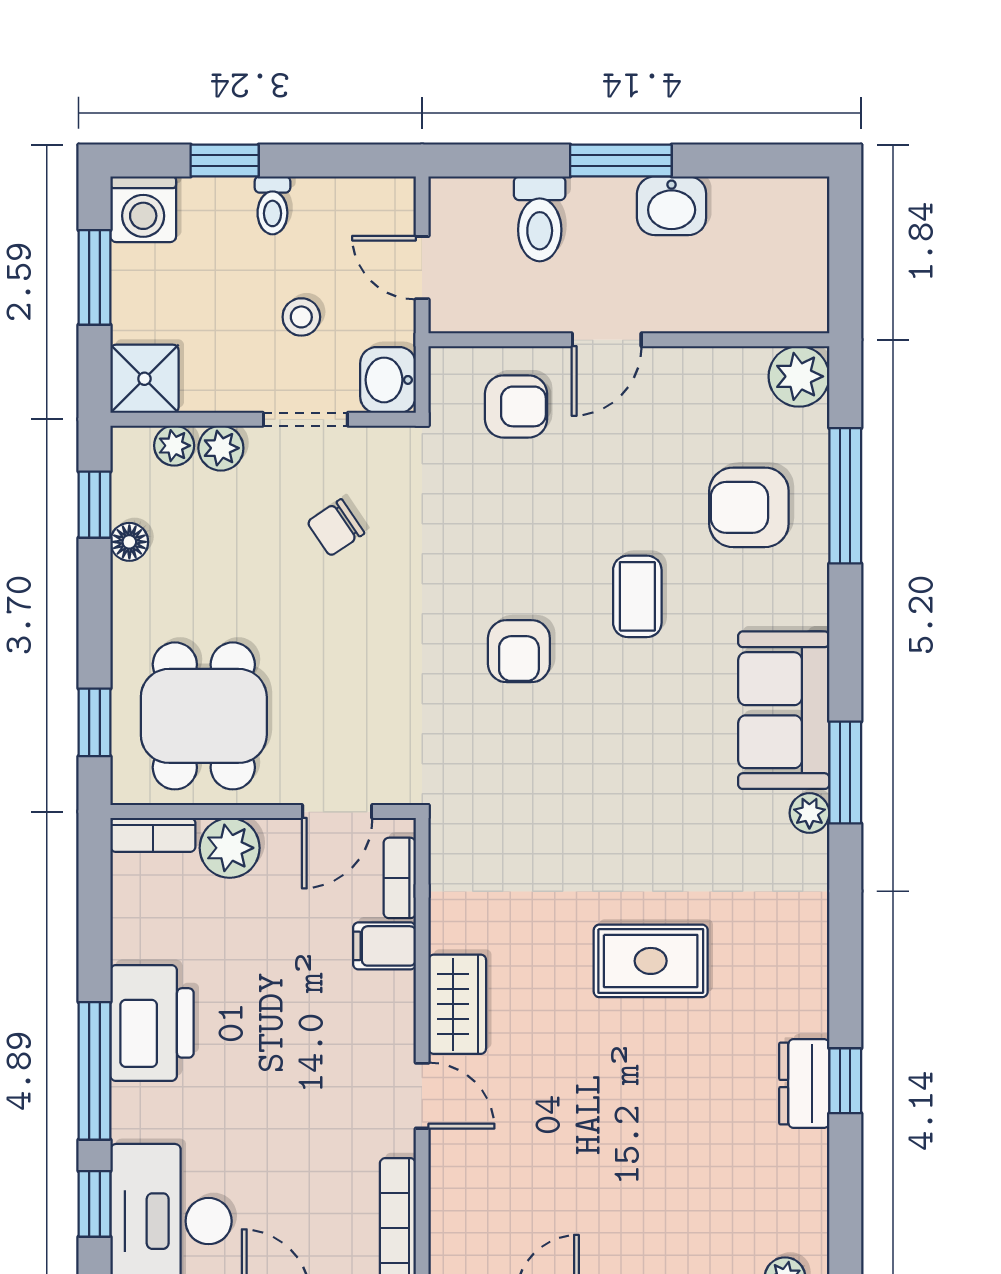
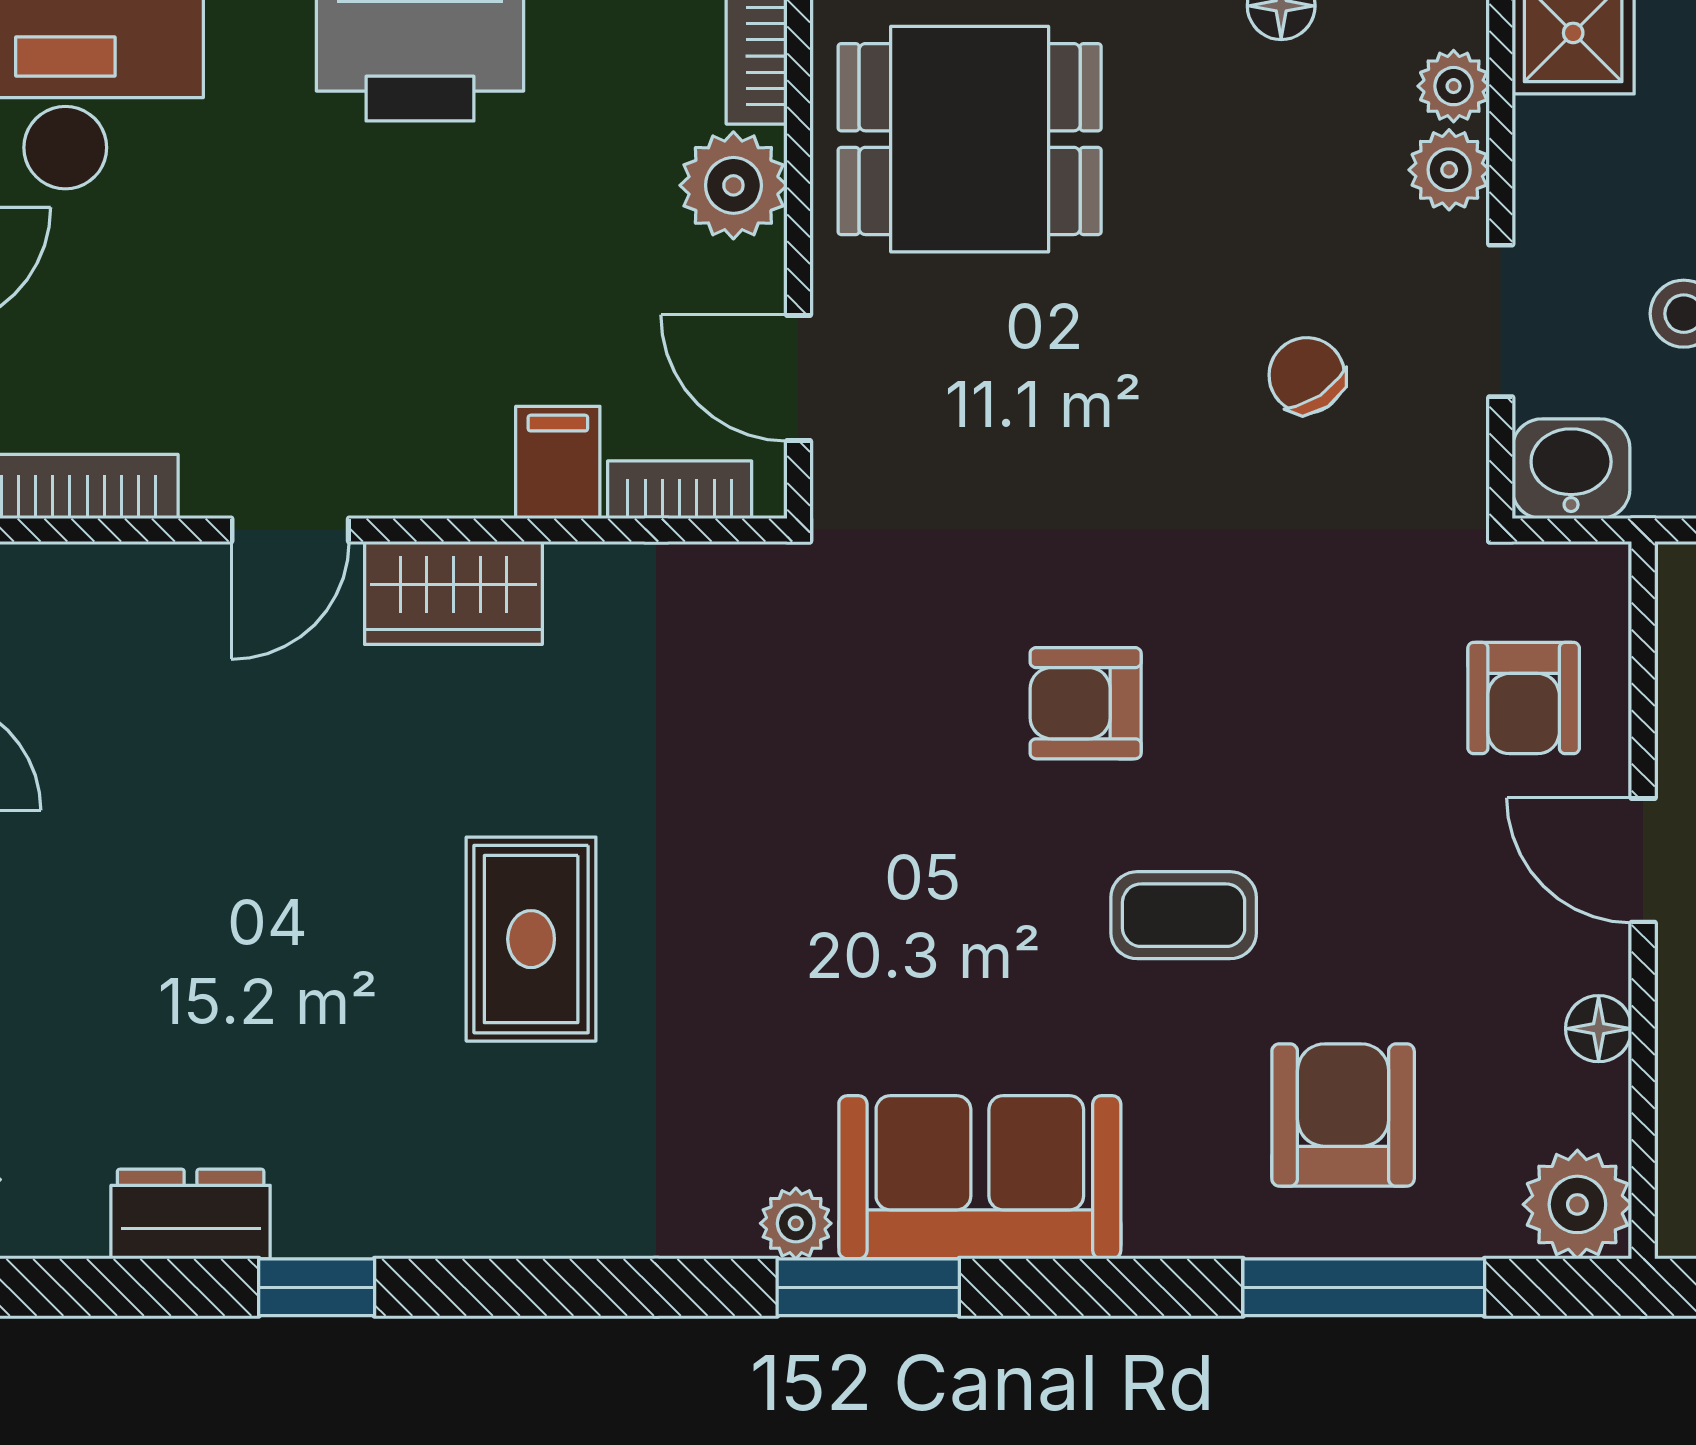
floor lamp: (701, 365) -> (1599, 1029), added
dresser: (804, 1084) -> (191, 1214), moved

